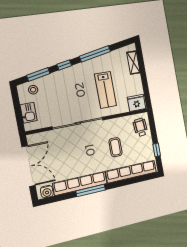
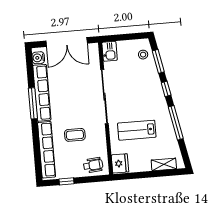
kitchen sink: (29, 113) -> (110, 51), moved, turned -90

